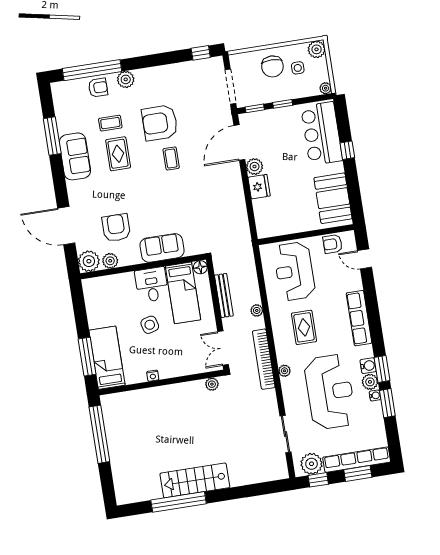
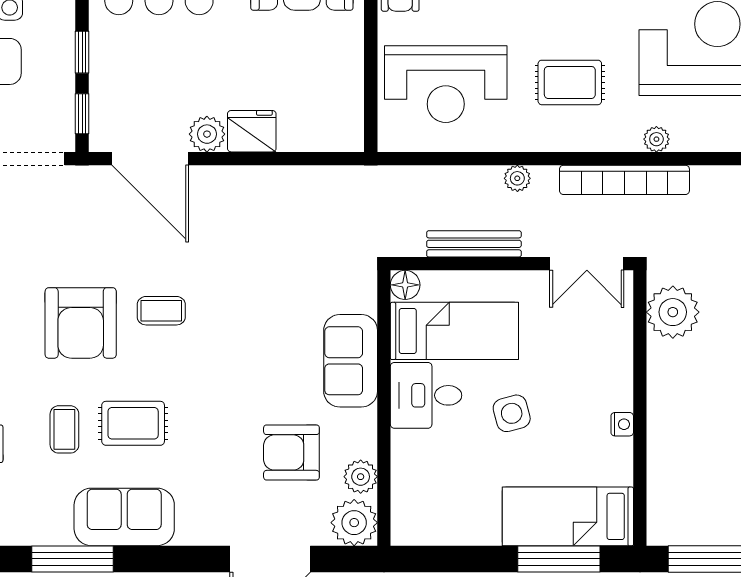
plant: (212, 384) -> (673, 312), width x1.87, depth x1.87

